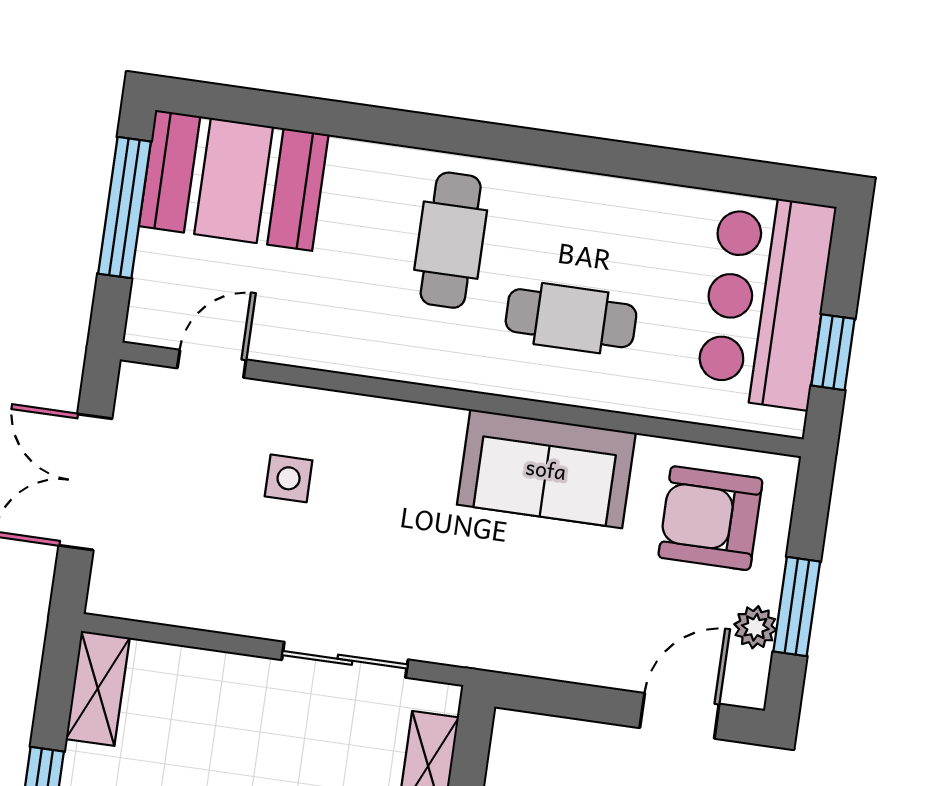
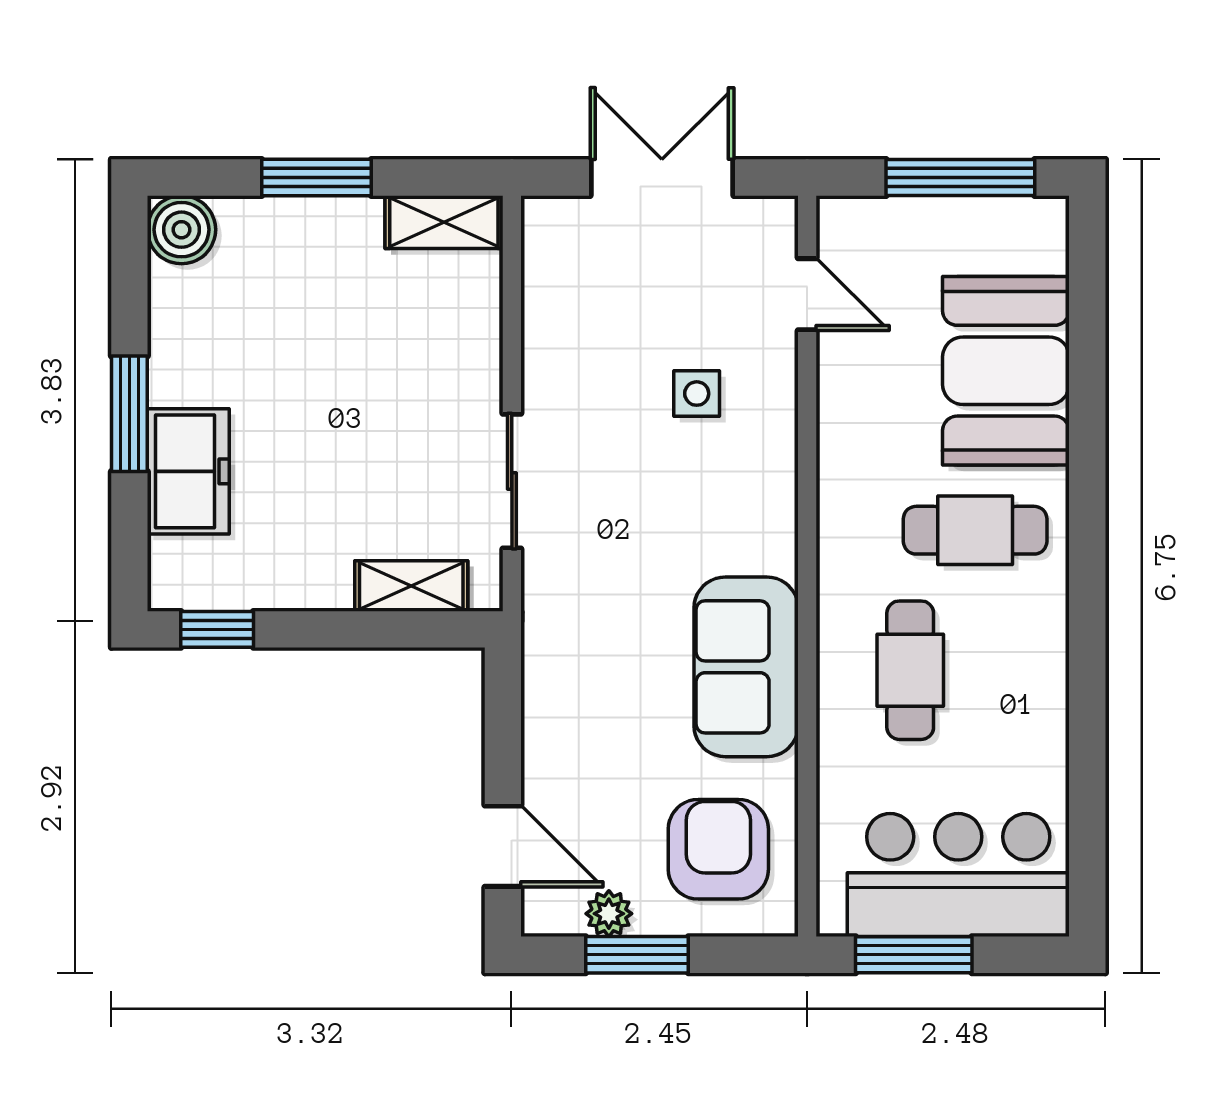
booth: (234, 180) -> (1006, 371), moved
window: (833, 352) -> (914, 955), width x1.50

